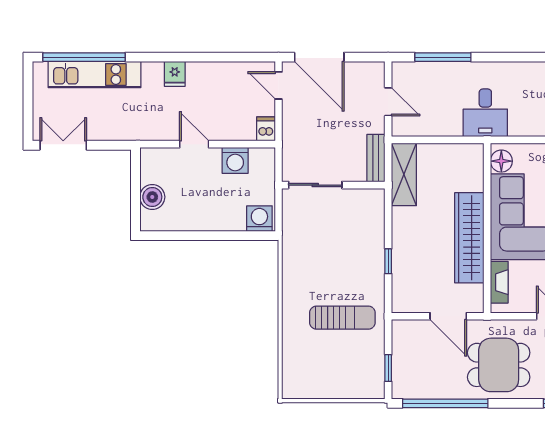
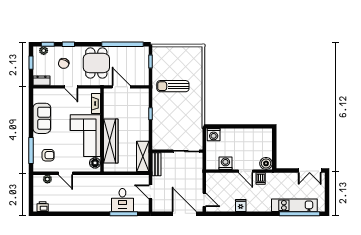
fridge: (175, 74) -> (241, 206), moved
desk: (485, 113) -> (122, 200), moved, turned 180
dishwasher: (266, 129) -> (261, 179), moved
boiler: (152, 197) -> (266, 163), moved
wardrobe: (469, 238) -> (111, 141), moved
dining table: (499, 365) -> (96, 63), turned 90

